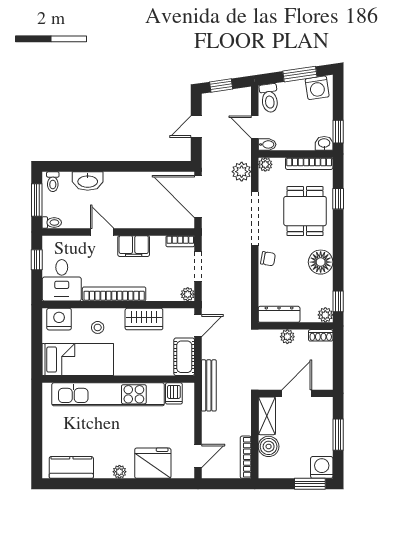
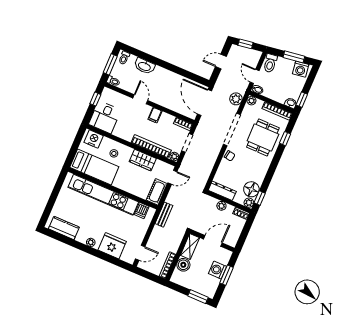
filing cabinet: (134, 246) -> (155, 115), width x0.50
floor lamp: (321, 262) -> (251, 189), moved
bookcase: (114, 294) -> (151, 146), moved
bench: (209, 385) -> (164, 215), width x0.73
washing machine: (322, 467) -> (218, 270), moved, turned -90

